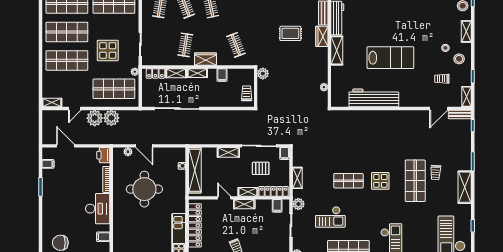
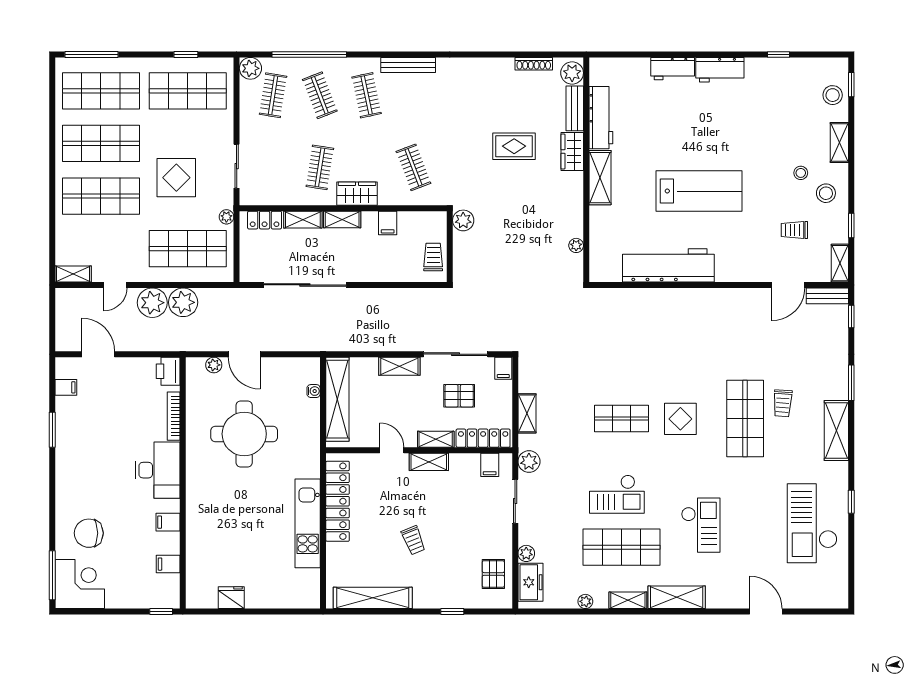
checkout: (330, 217) -> (617, 494), moved

